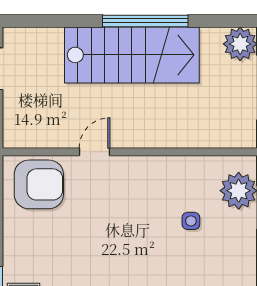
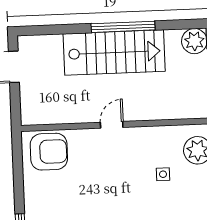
door: (95, 152) -> (112, 125), moved

